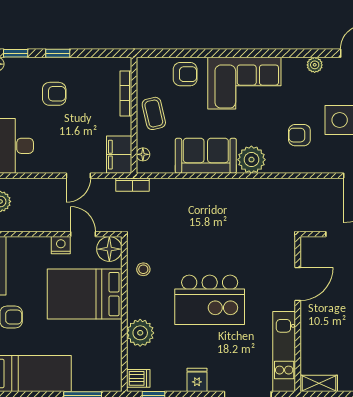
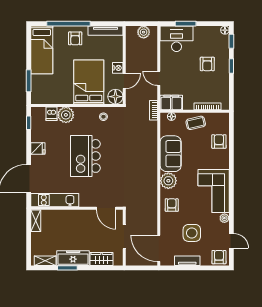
armchair: (185, 74) -> (219, 141), turned 180
corner sofa: (244, 83) -> (214, 191), moved
armchair: (299, 135) -> (172, 205), moved
door: (298, 284) -> (106, 208), moved
dishwasher: (138, 378) -> (51, 114), moved

